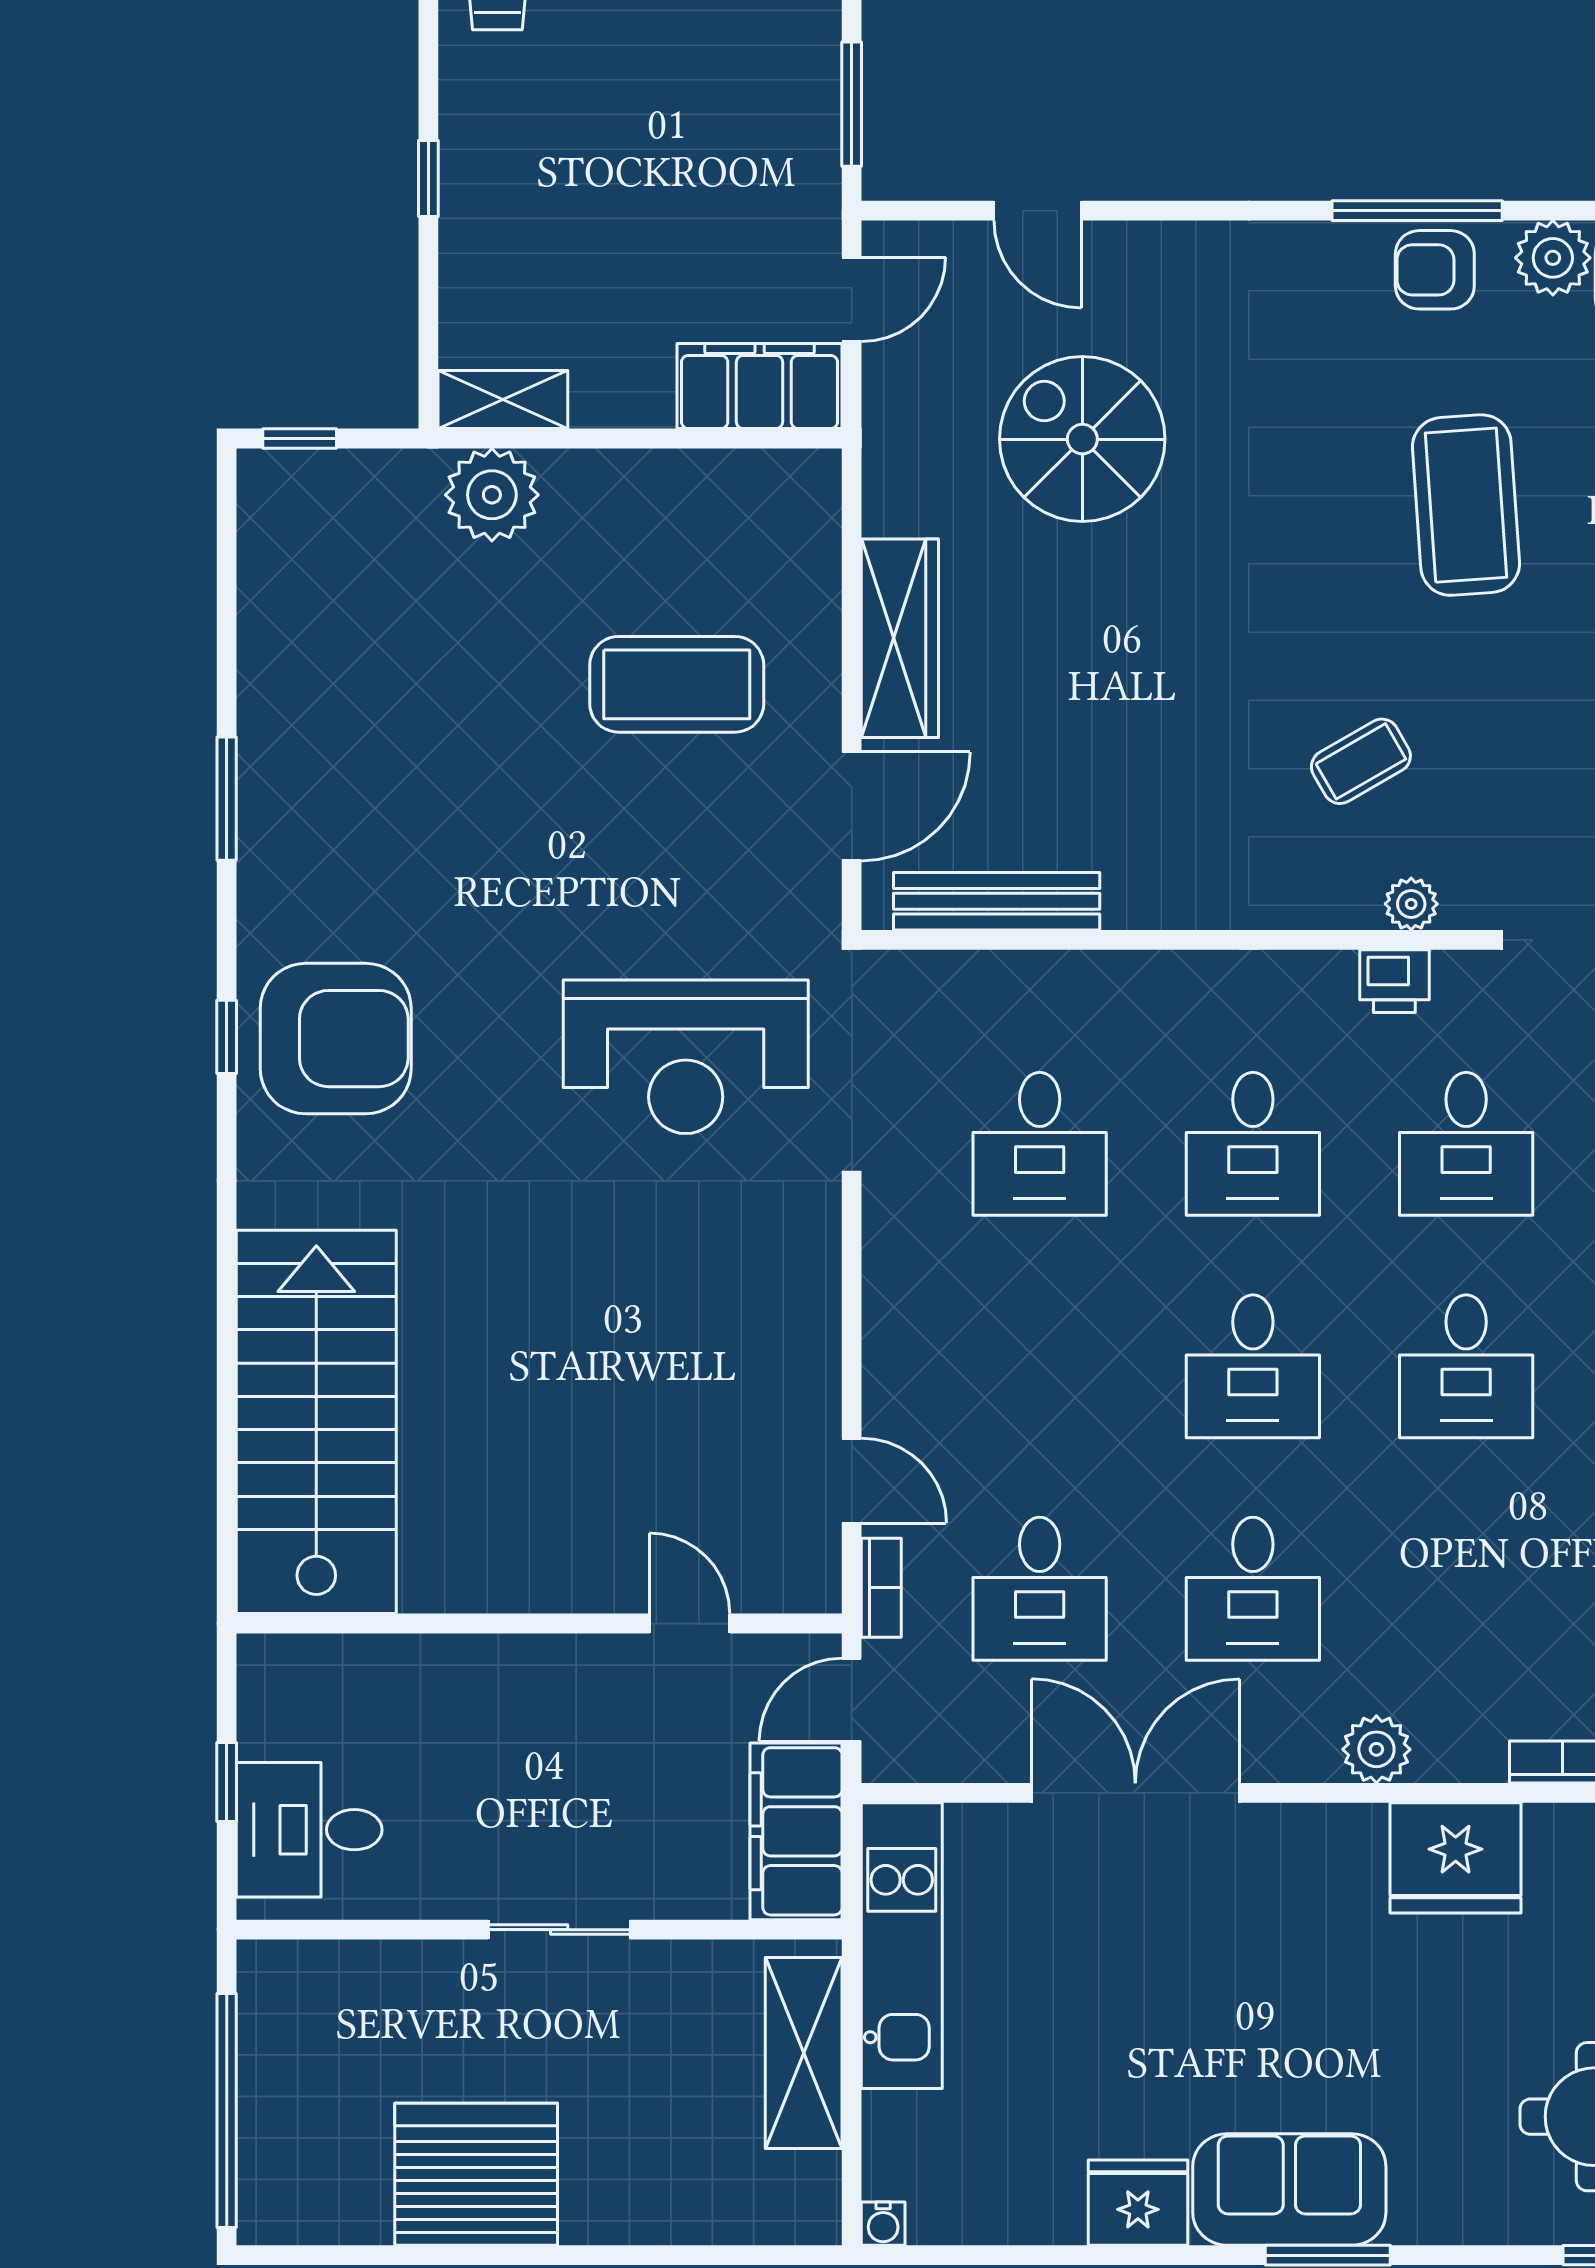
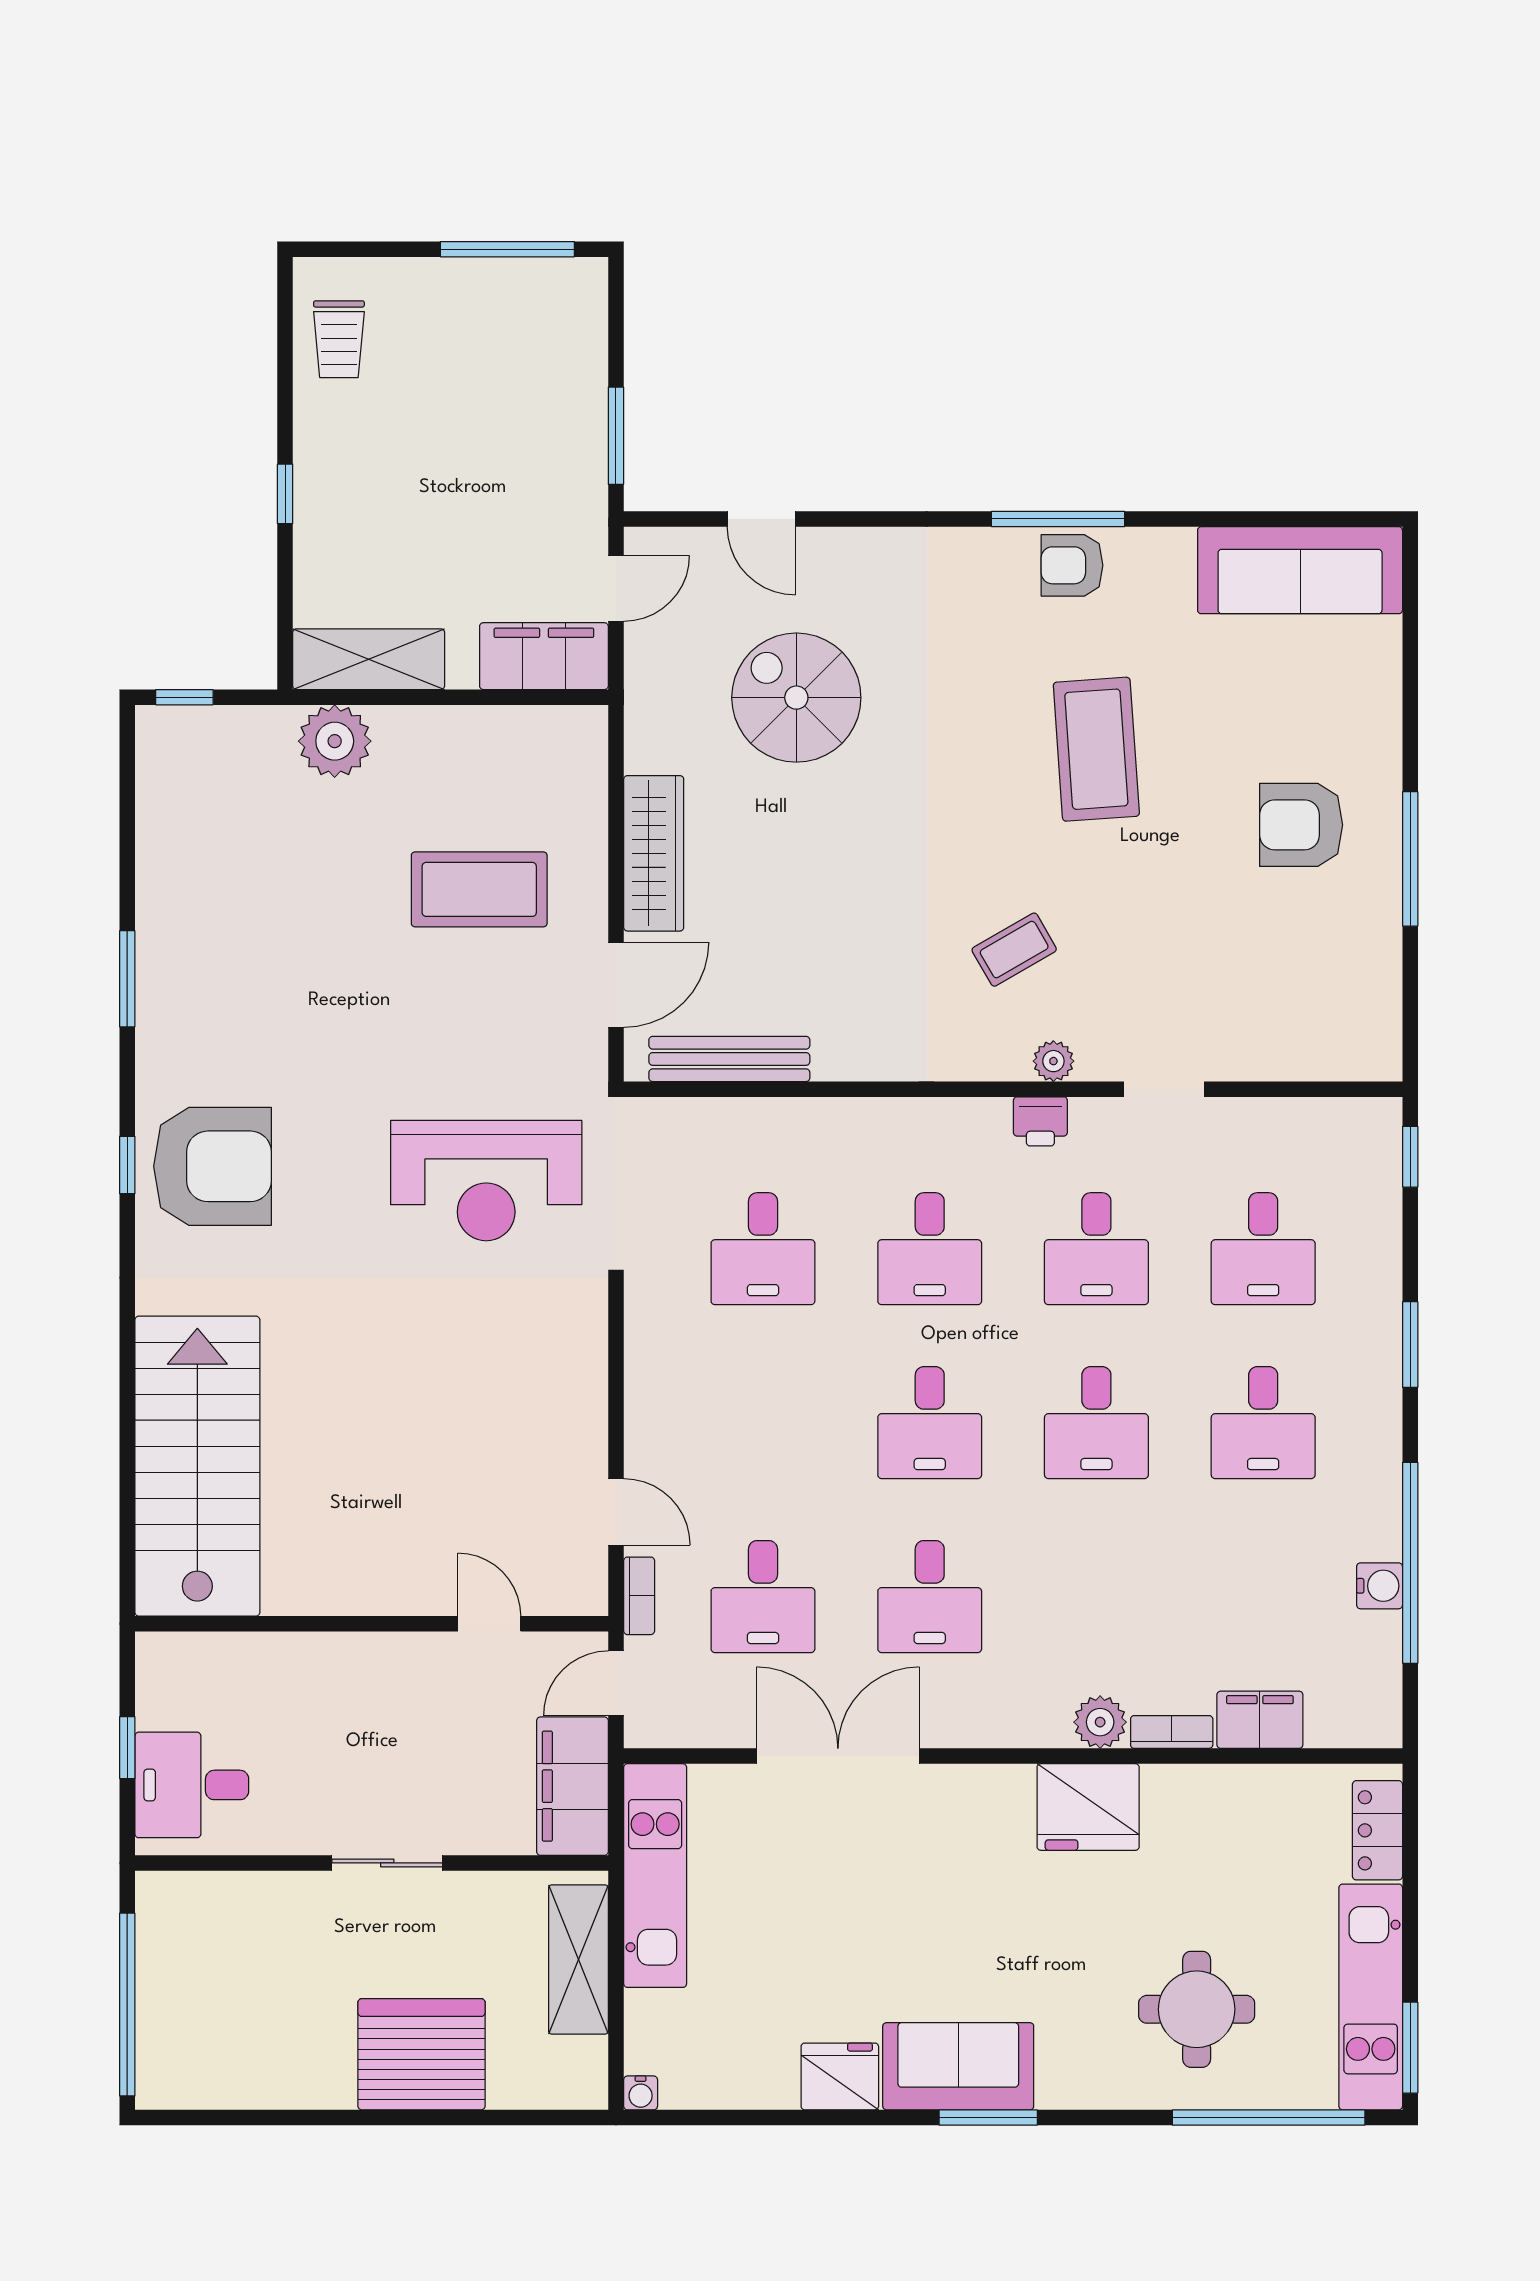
plant: (1553, 258) -> (1164, 556), removed
shelving: (503, 400) -> (369, 659), width x1.50, depth x1.33
plant: (1376, 1749) -> (1100, 1722), moved
server rack: (476, 2174) -> (422, 2054), moved

